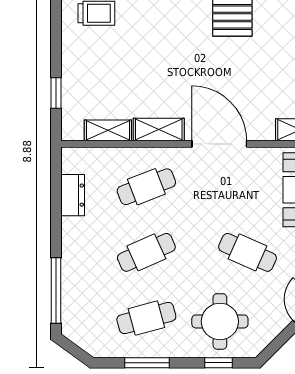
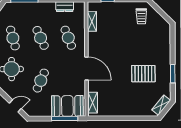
shelving: (159, 130) -> (92, 43), removed
door: (219, 144) -> (87, 68), hinge flipped

